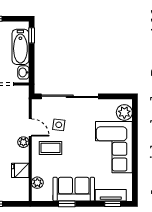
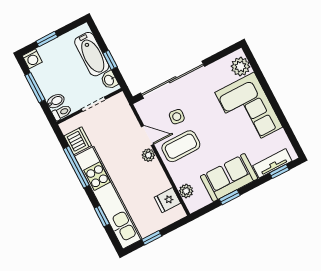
window: (32, 35) -> (110, 60), moved
coffee table: (50, 148) -> (181, 146), width x1.36, depth x1.30
fridge: (20, 170) -> (167, 200), moved

